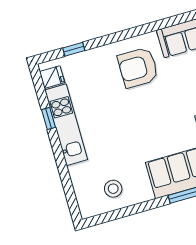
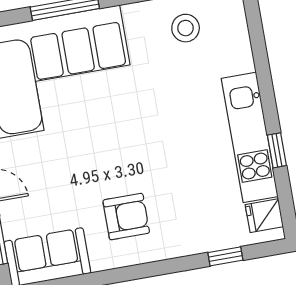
armchair: (138, 68) -> (126, 217), width x0.73, depth x0.73

